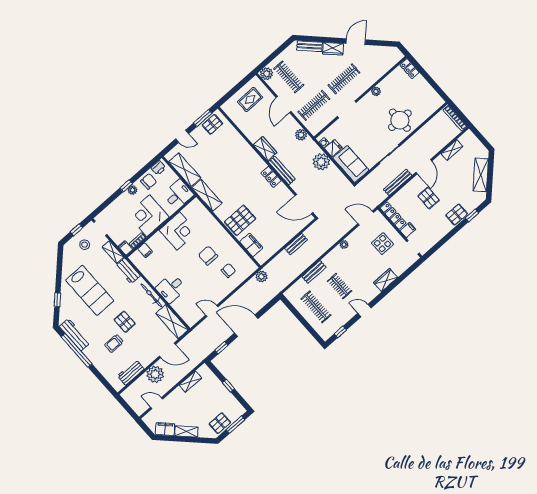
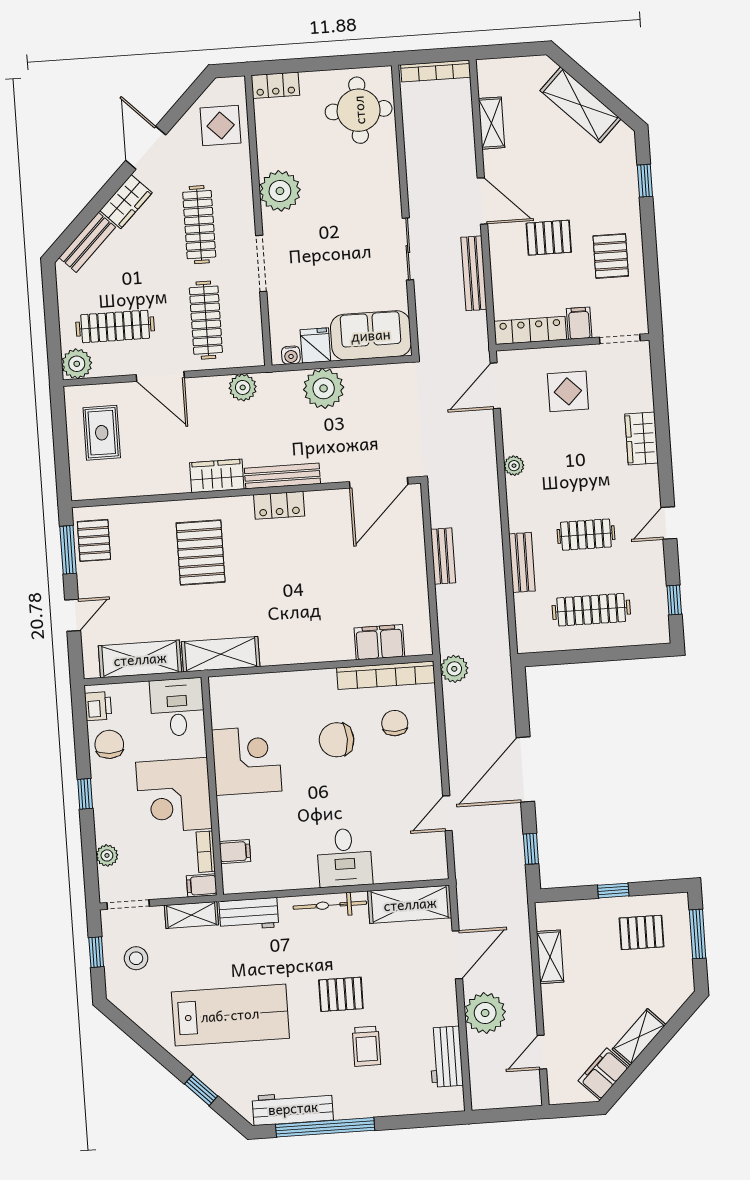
display table: (382, 61) -> (221, 126), added
plant: (376, 91) -> (280, 191), width x1.87, depth x1.87
round table: (400, 120) -> (359, 110), moved
plant: (132, 190) -> (107, 855), moved
pallet: (457, 215) -> (611, 256), moved
pallet: (240, 220) -> (201, 552), moved
bookcase: (242, 255) -> (386, 675), added
pallet: (220, 423) -> (642, 932), moved, turned 90

